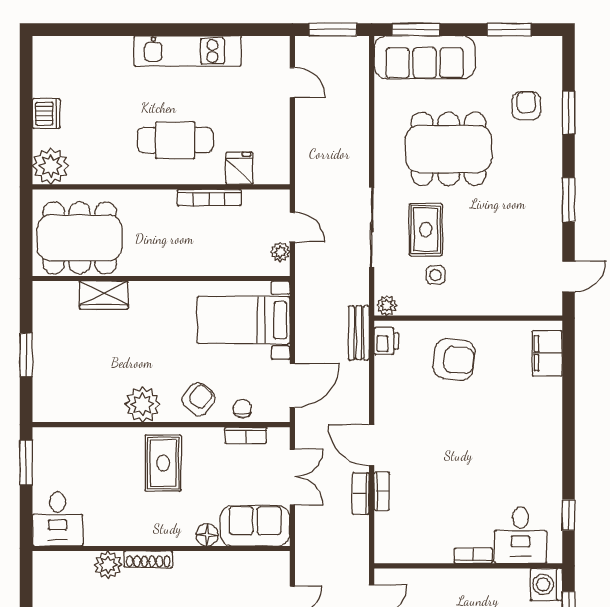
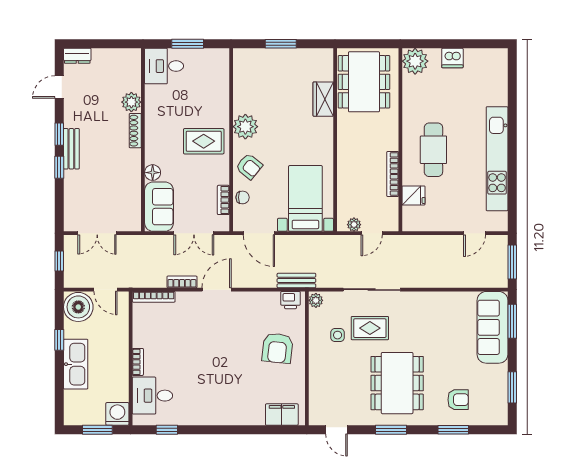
kitchen unit: (188, 51) -> (497, 159), width x1.36
dining table: (449, 149) -> (397, 383), moved
window: (26, 462) -> (188, 44), moved
bookcase: (382, 491) -> (154, 297), moved, width x1.56

